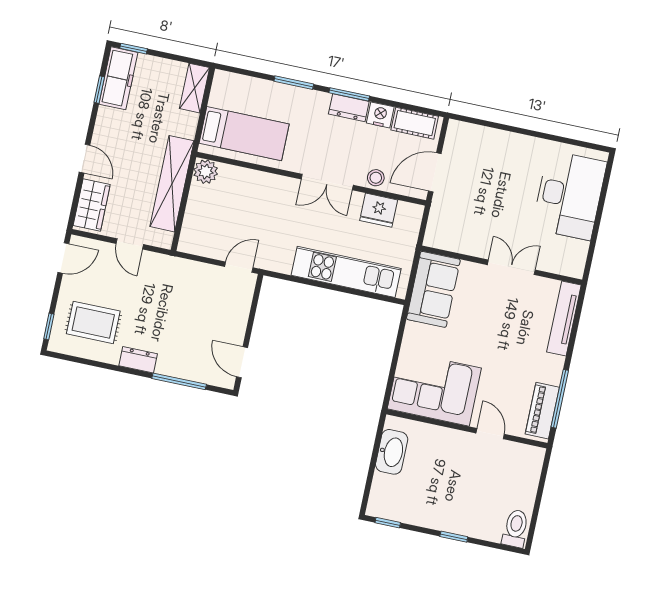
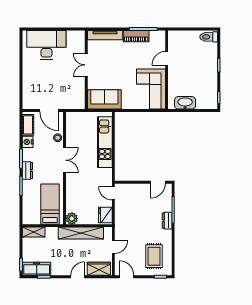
dresser: (349, 108) -> (27, 171), moved
fridge: (379, 210) -> (105, 215), moved, turned 180
dresser: (138, 360) -> (167, 221), moved
piano: (542, 411) -> (136, 36), moved

